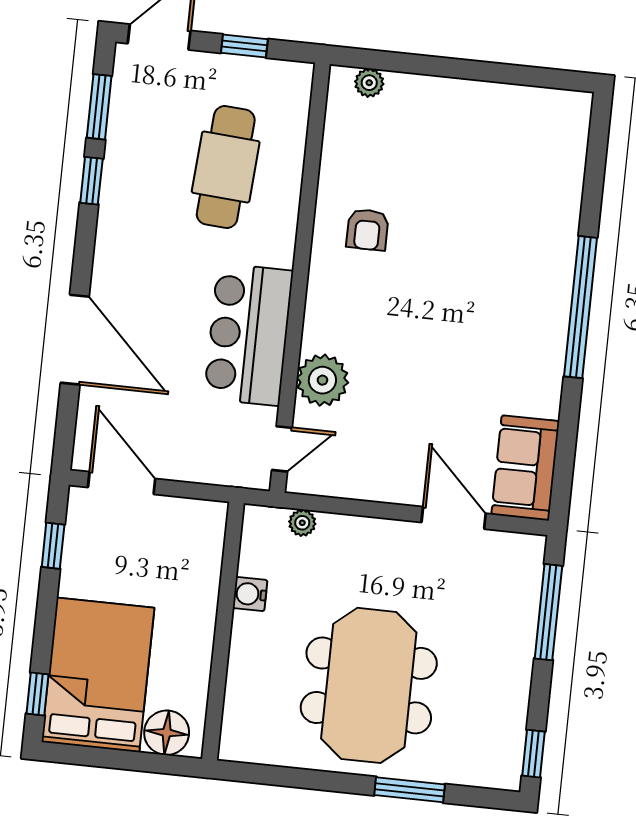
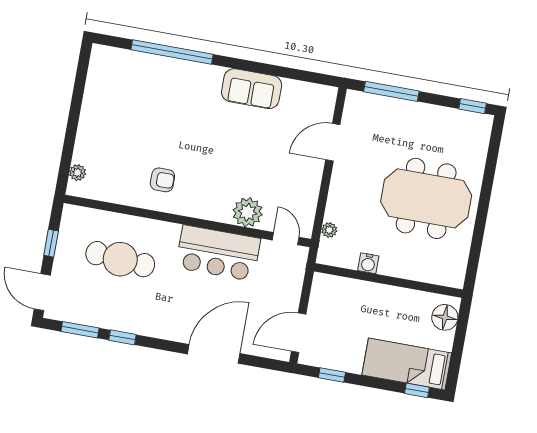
window: (580, 307) -> (172, 52), moved
sofa: (525, 468) -> (252, 89), moved
bed: (98, 675) -> (407, 364), width x0.67
window: (410, 790) -> (488, 179), removed

